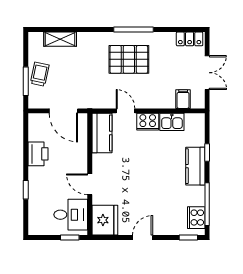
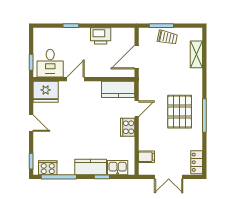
kitchen sink: (172, 122) -> (118, 168), moved, turned 90

